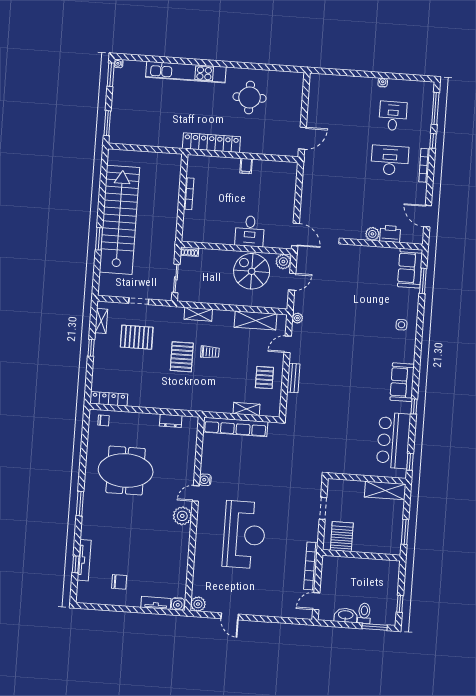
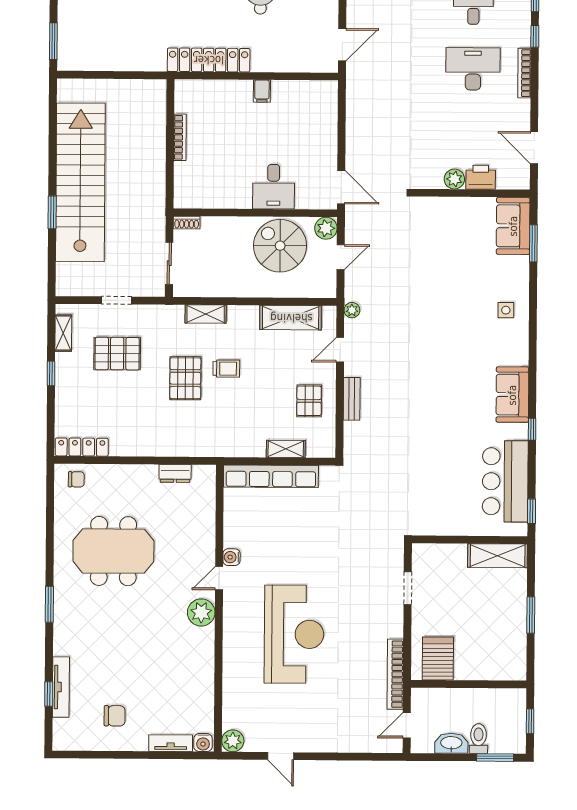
server rack: (342, 537) -> (438, 659), moved
wall: (361, 555) -> (469, 684), moved

